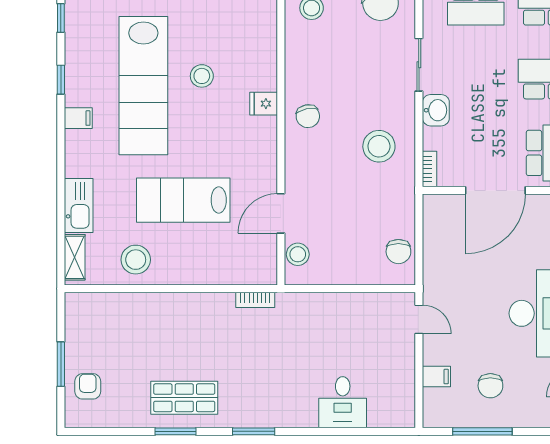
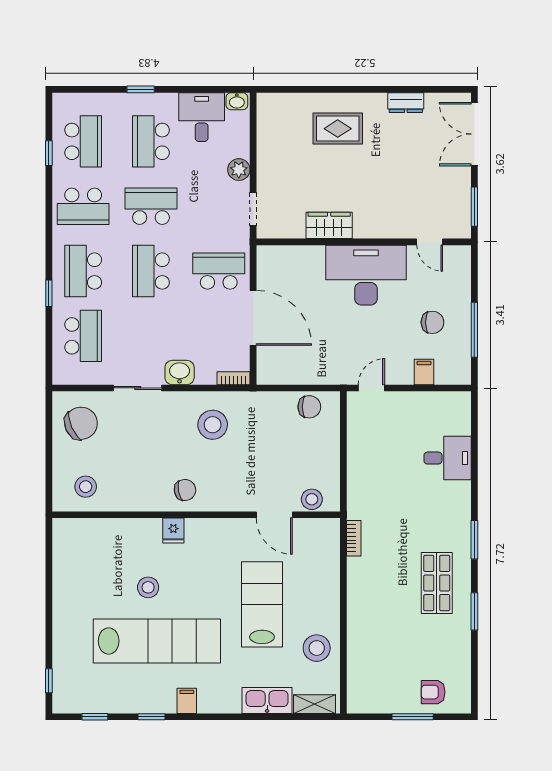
lab bench: (183, 200) -> (262, 604), turned 180
shop shelf: (184, 398) -> (437, 583), moved

